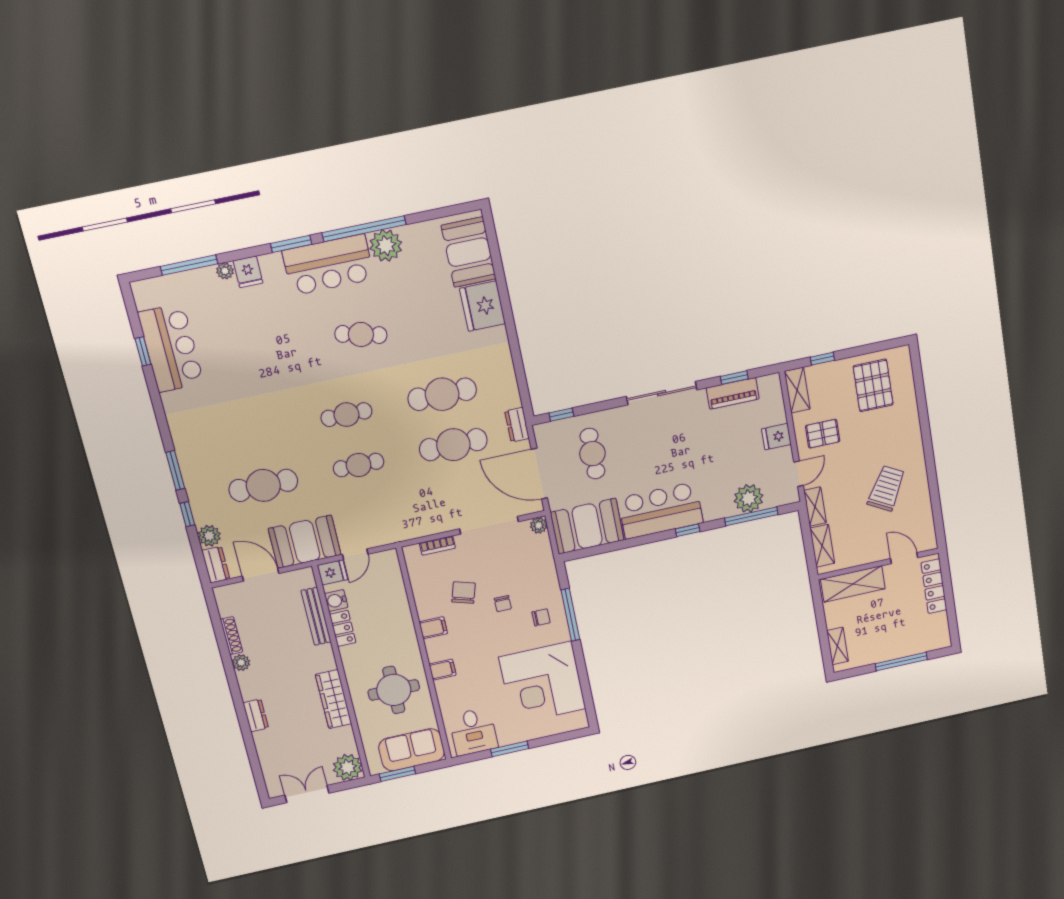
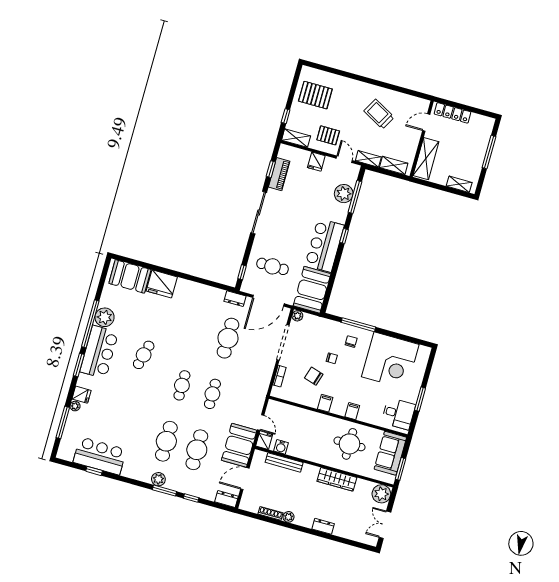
cafe table: (442, 394) -> (166, 441), moved
pallet: (823, 434) -> (328, 135), turned 90
plant: (209, 536) -> (158, 479), moved
locker: (343, 628) -> (299, 452), removed

